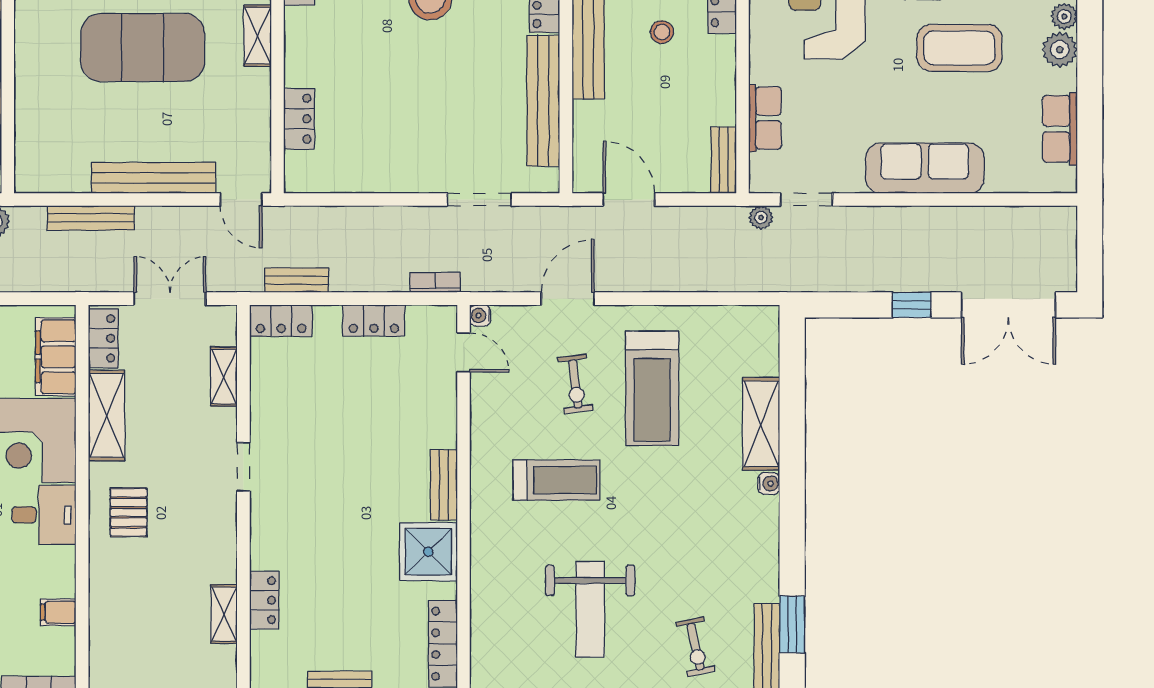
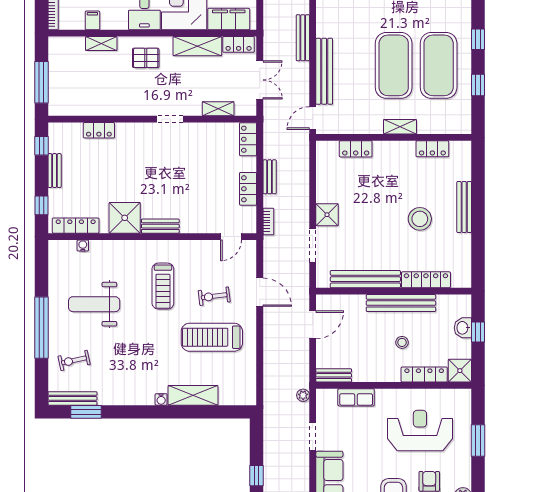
shower: (423, 173) -> (327, 215), added
doorway: (806, 199) -> (313, 437), moved
bench: (296, 280) -> (270, 177), moved
water cooler: (480, 315) -> (83, 246), moved
shelving: (224, 614) -> (101, 43), moved

